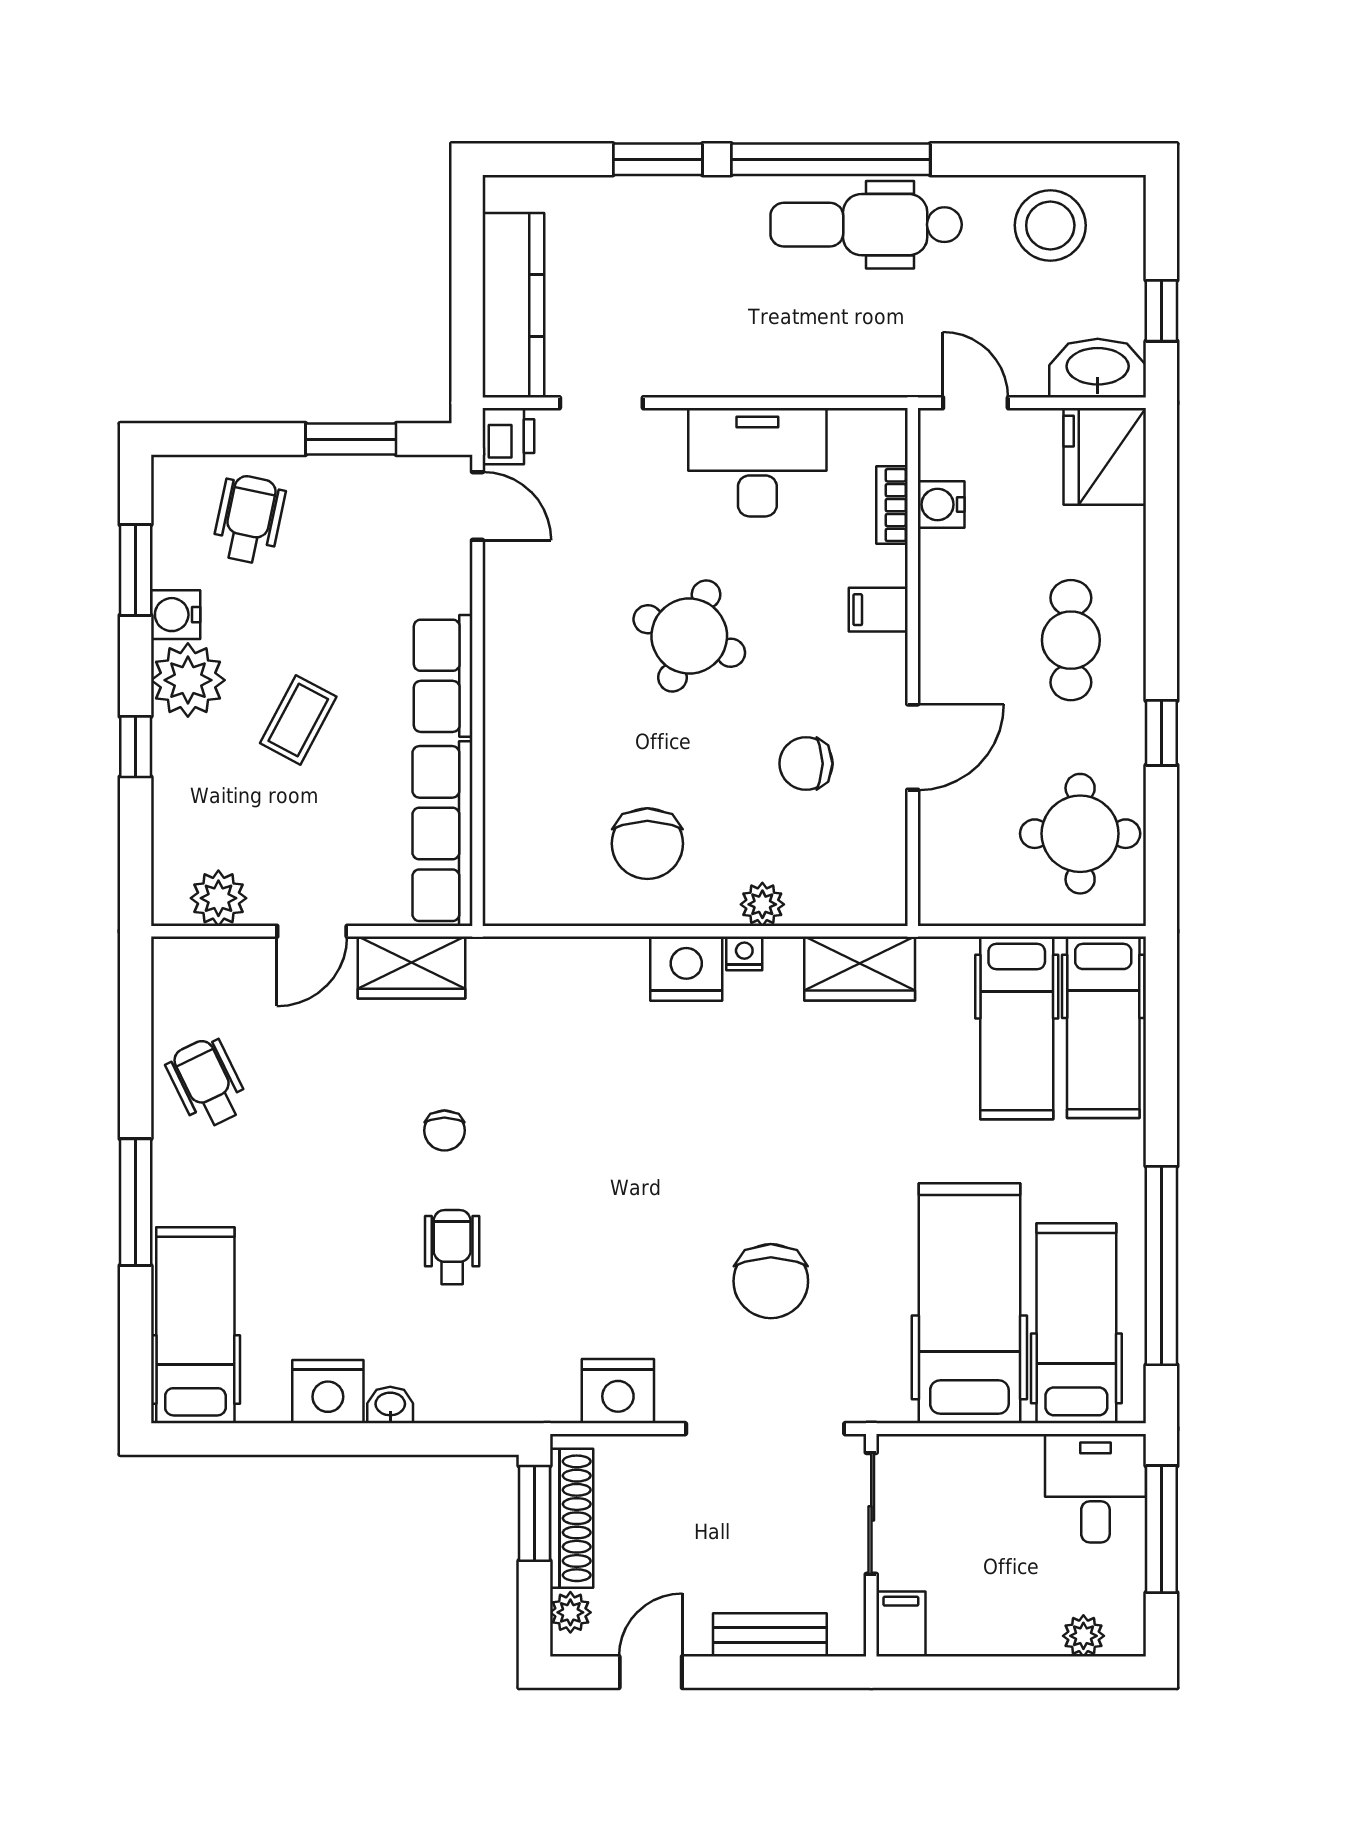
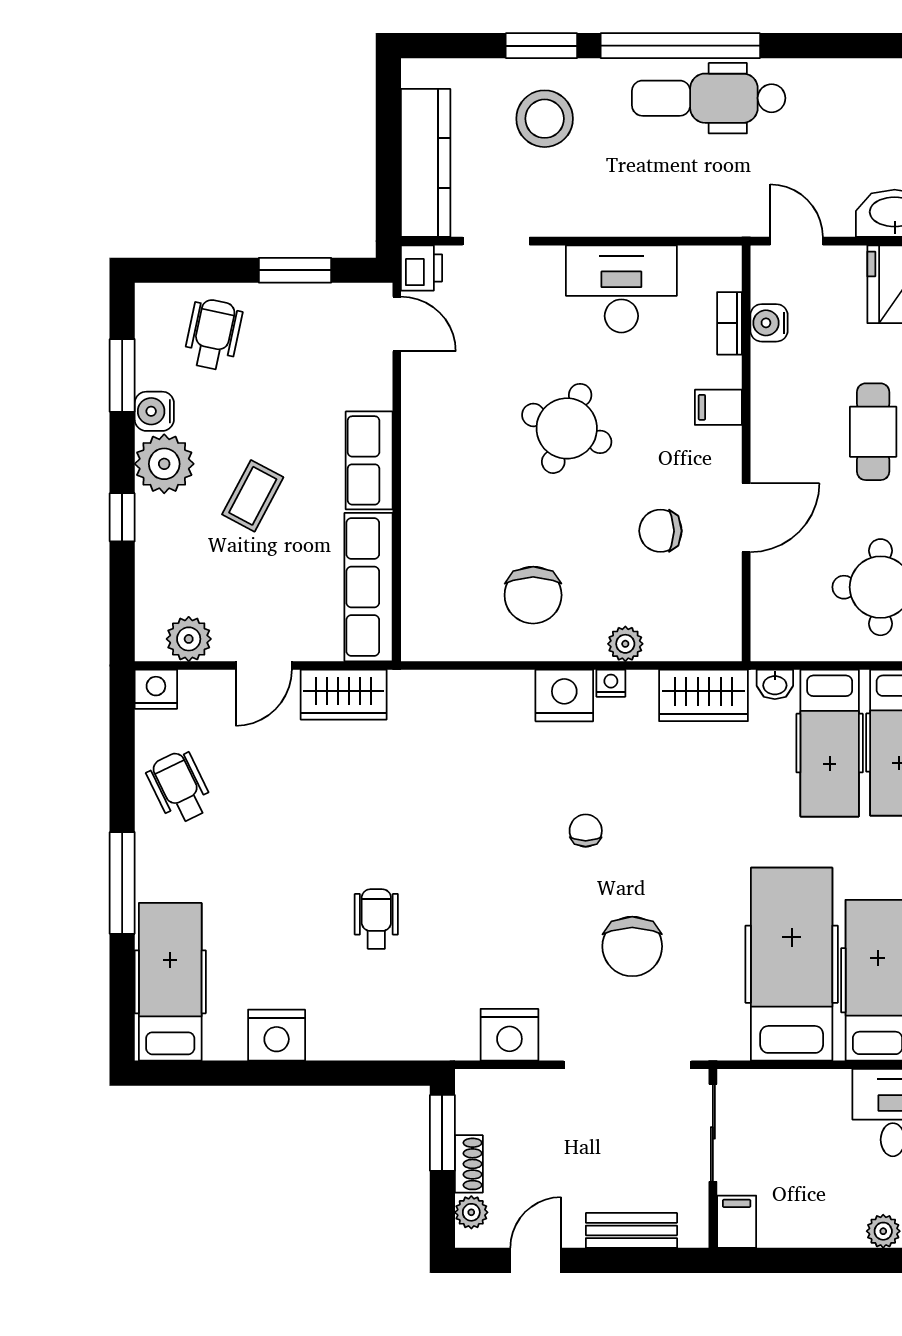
stool: (1050, 225) -> (545, 119), moved
nightstand: (178, 961) -> (156, 689), added
chair: (444, 1131) -> (586, 831), moved, turned 180
washbasin: (390, 1405) -> (775, 684), moved, turned 180
shoe rack: (572, 1518) -> (469, 1164), width x0.51, depth x0.81

